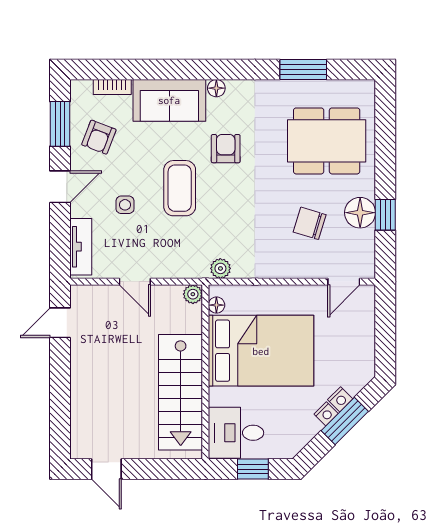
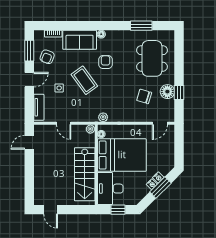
dining table: (327, 141) -> (152, 58), turned 90
coffee table: (180, 188) -> (84, 80), turned -36
desk: (236, 433) -> (110, 189), width x1.37

